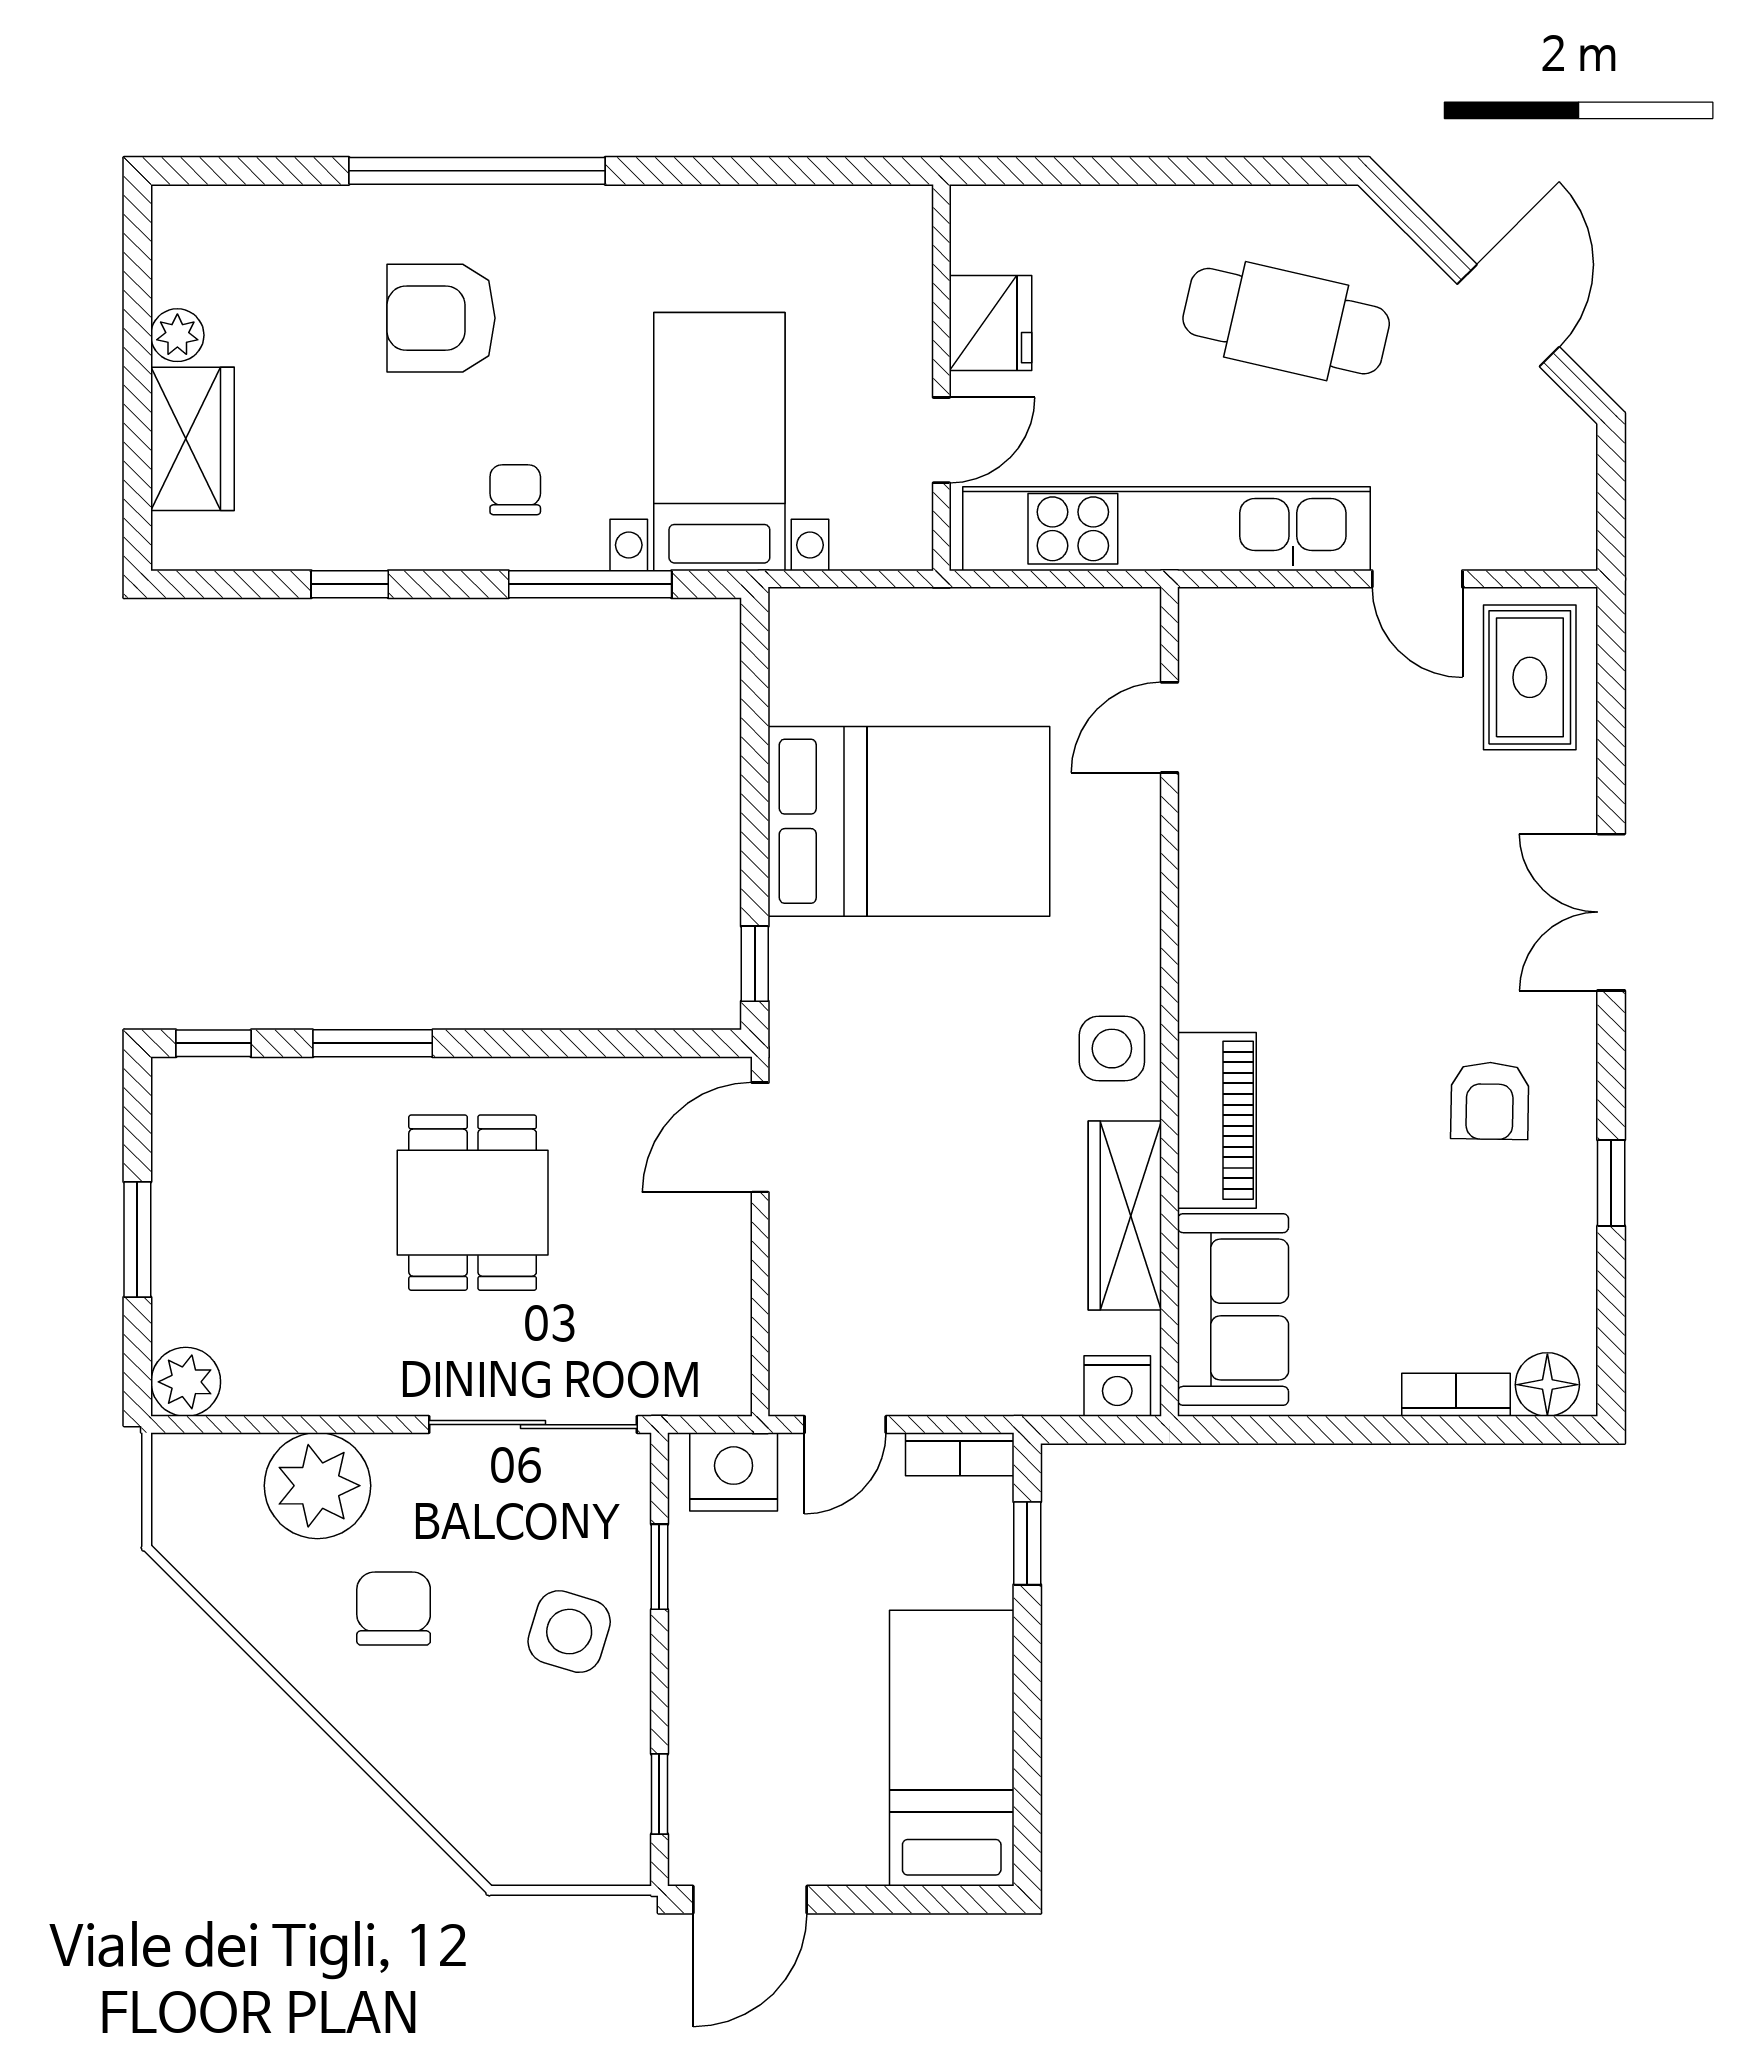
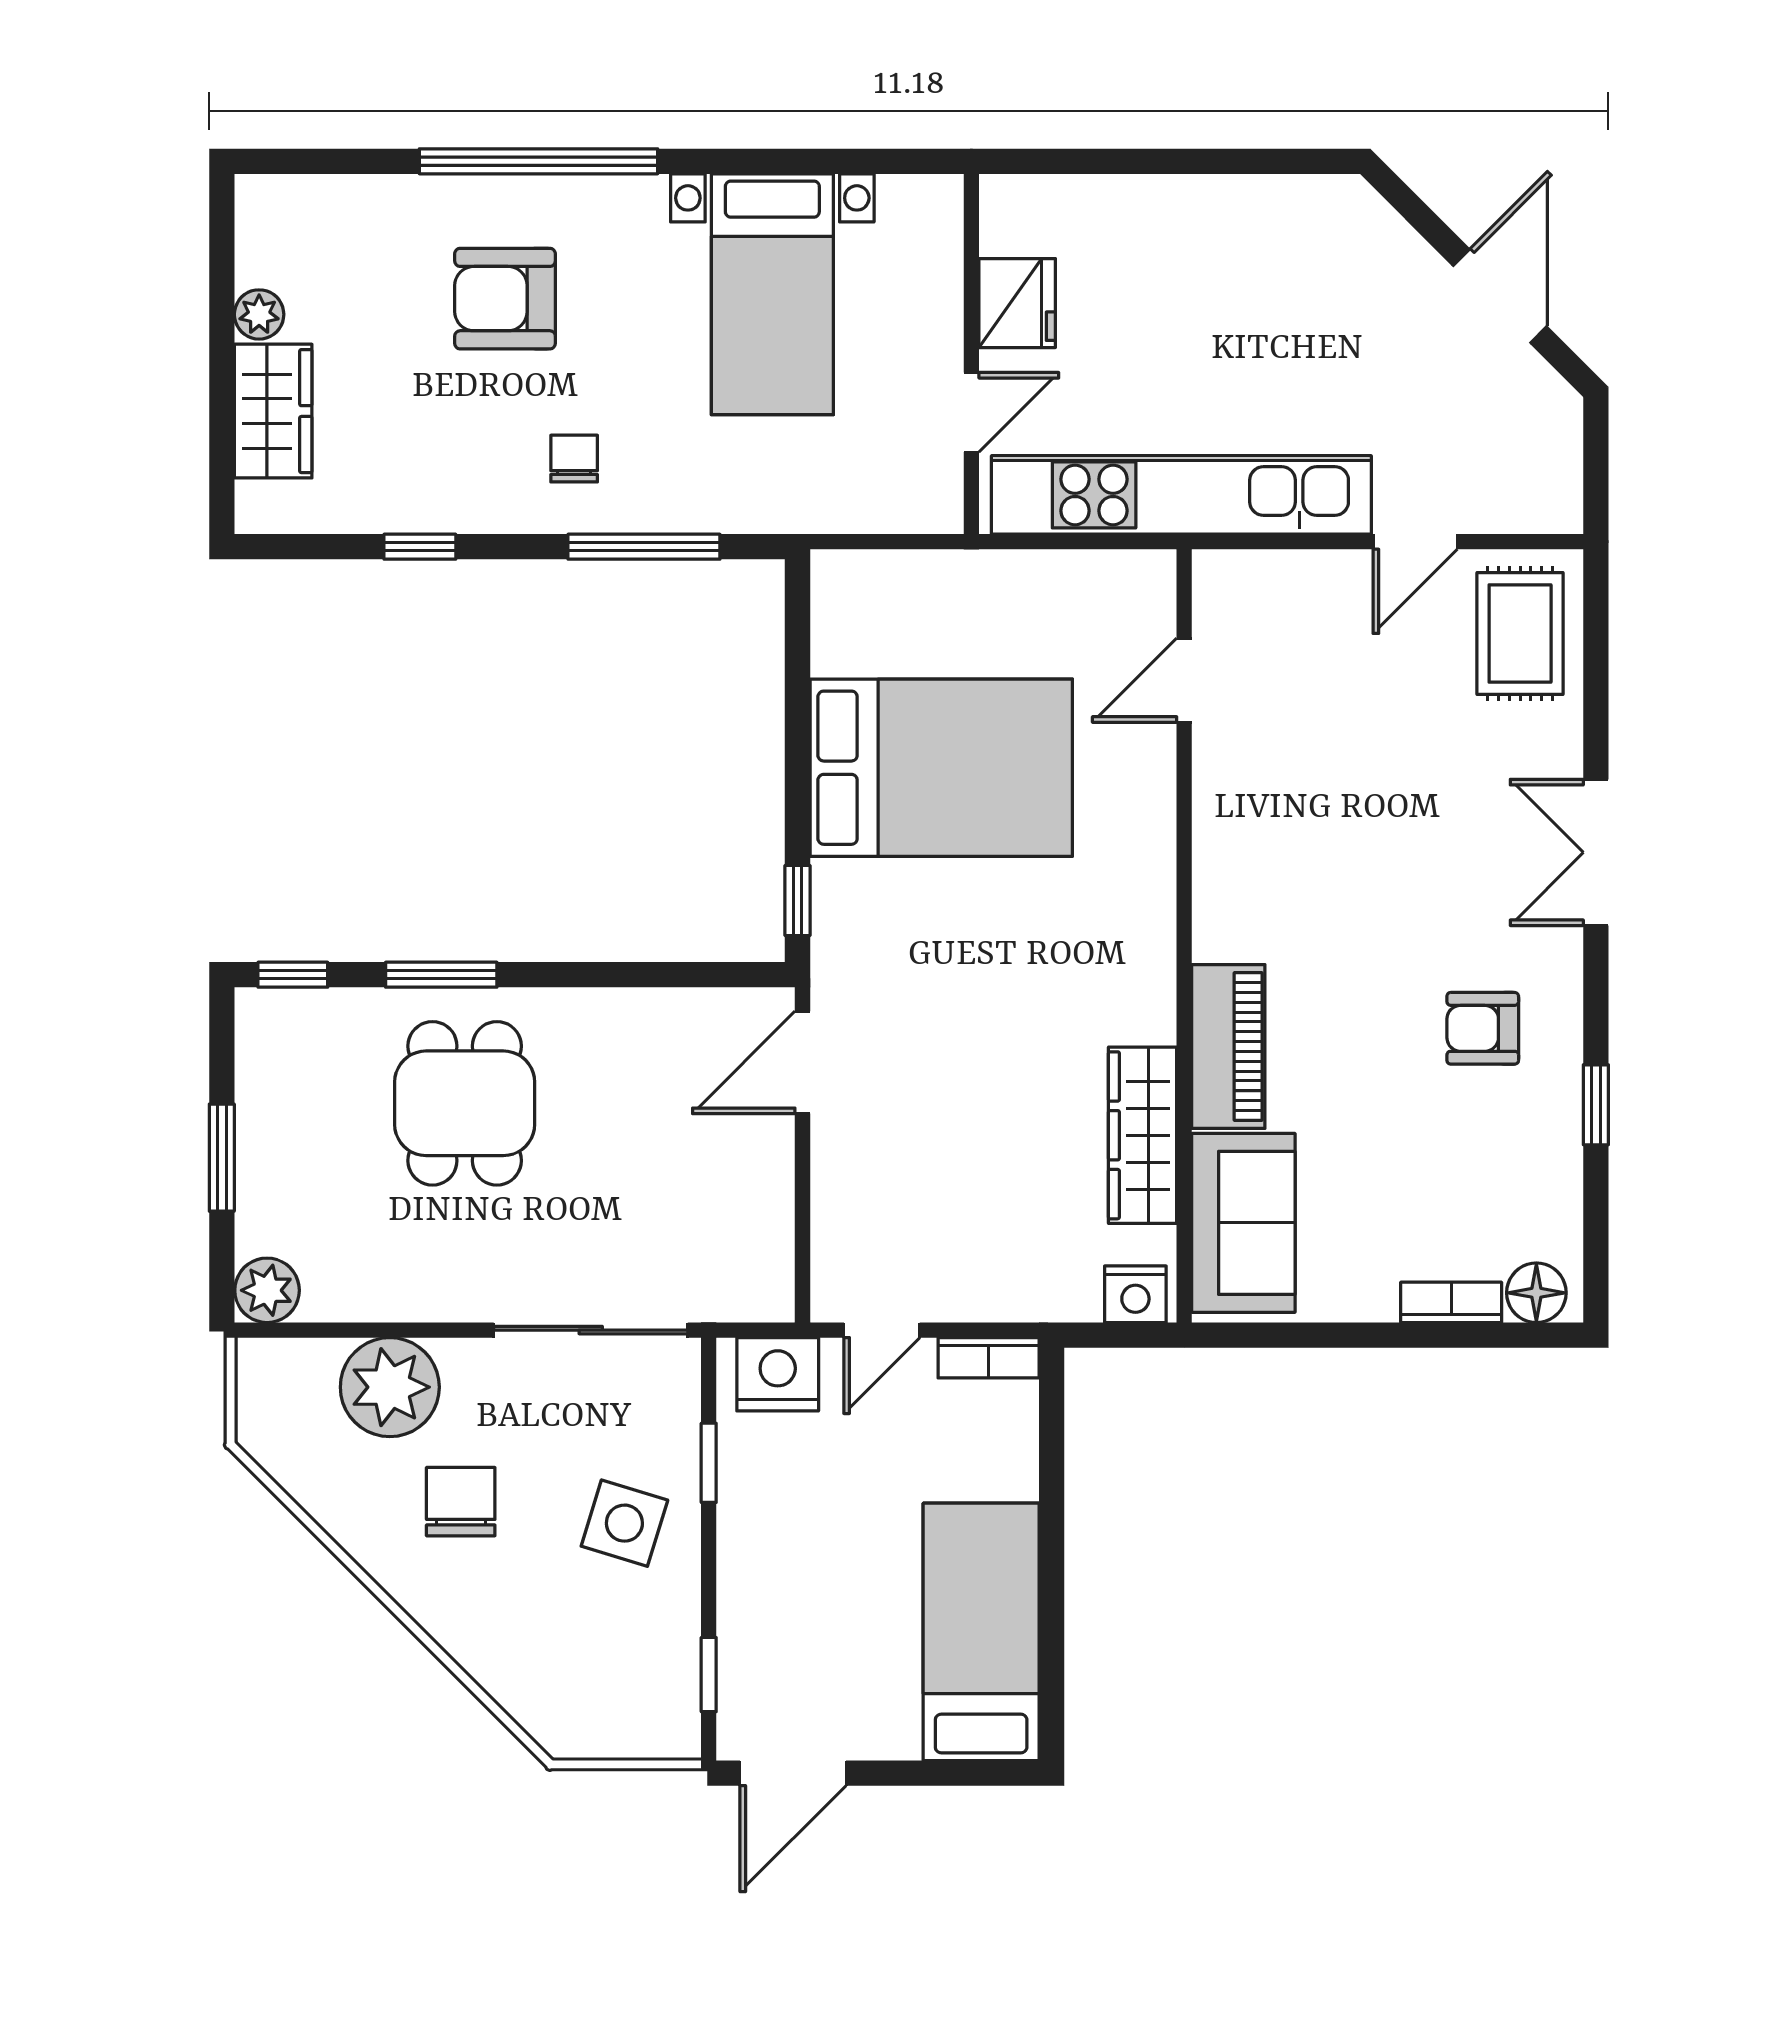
cafe table: (1286, 321) -> (1293, 301), removed
bed with nightstands: (719, 442) -> (772, 294), moved, turned 180
door: (1417, 579) -> (1415, 542), hinge flipped
side table: (1112, 1049) -> (1130, 980), removed
armchair: (1490, 1101) -> (1483, 1028), turned 89
dining table: (473, 1203) -> (465, 1103), moved
window: (1027, 1543) -> (1052, 1441), removed

